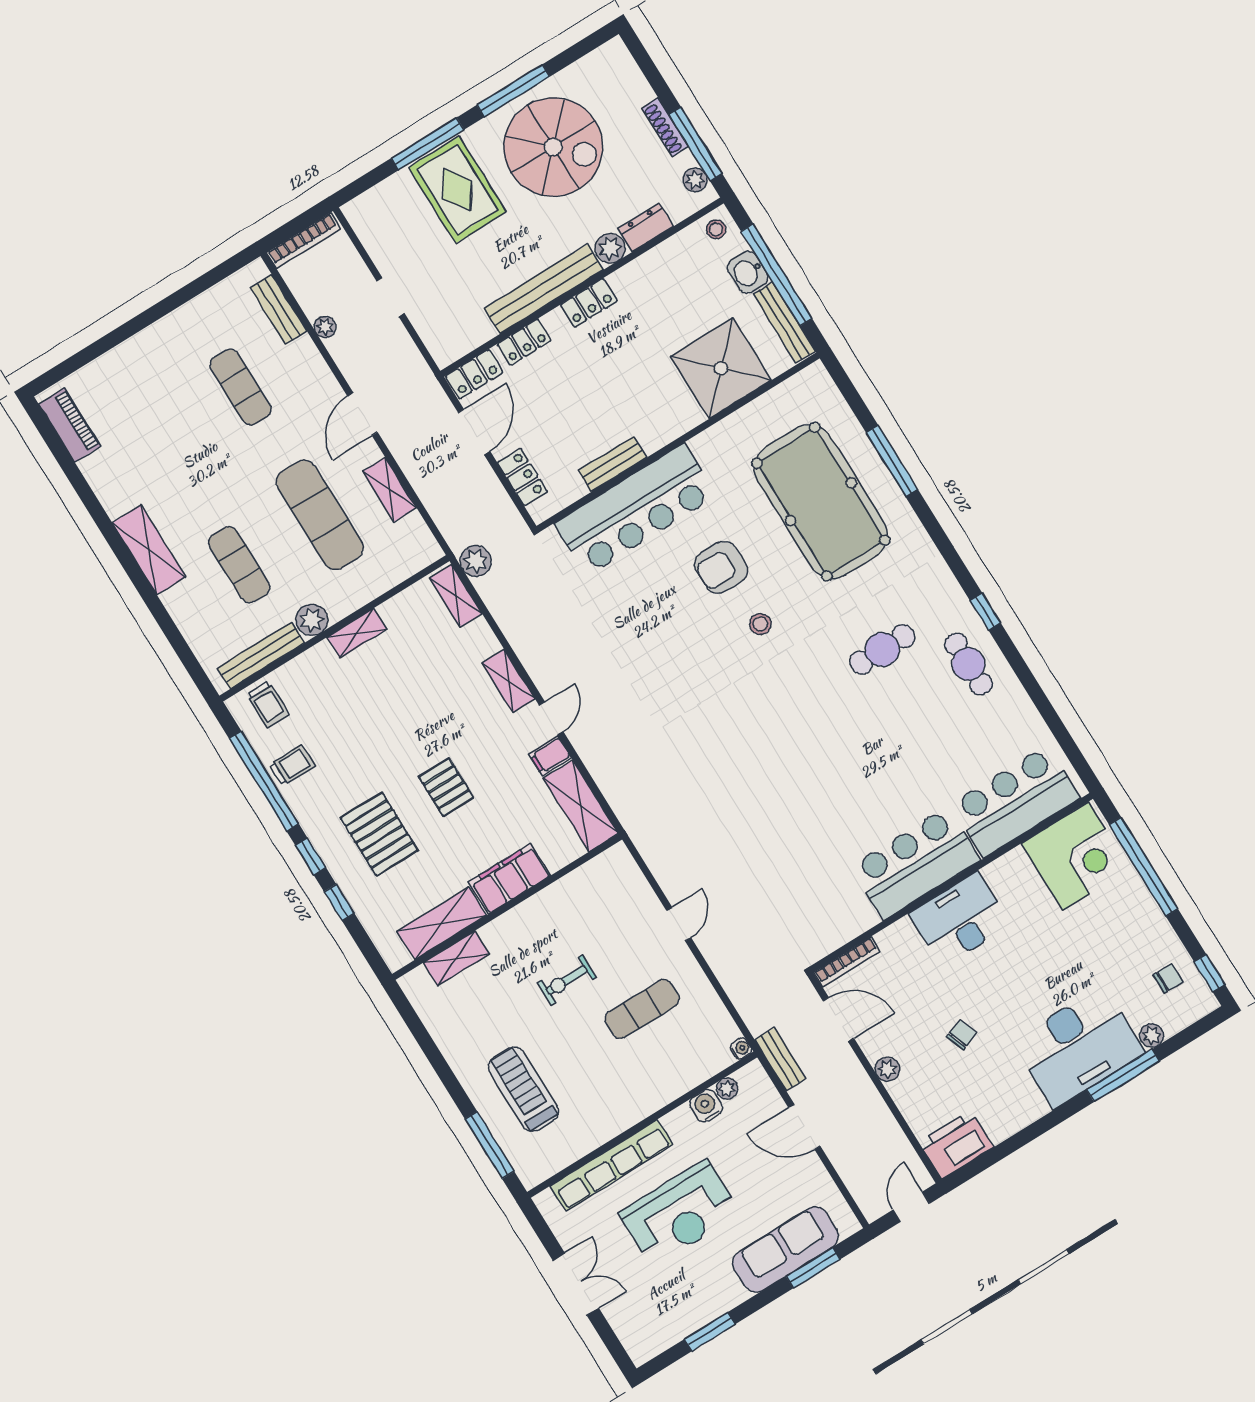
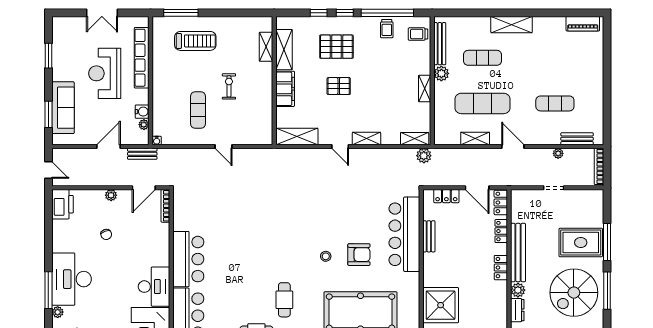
armchair: (721, 567) -> (359, 255), turned 90
filing cabinet: (550, 756) -> (325, 137), removed
desk: (960, 919) -> (154, 287), moved

